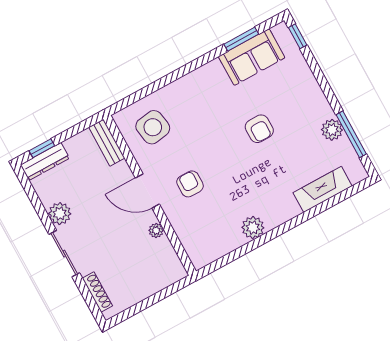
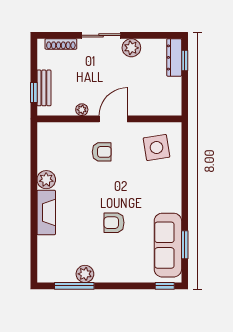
sofa: (252, 57) -> (168, 245), width x1.36
bench: (107, 143) -> (44, 88), moved, turned 90
fireplace: (323, 189) -> (46, 212), moved
window: (166, 293) -> (34, 92), added

